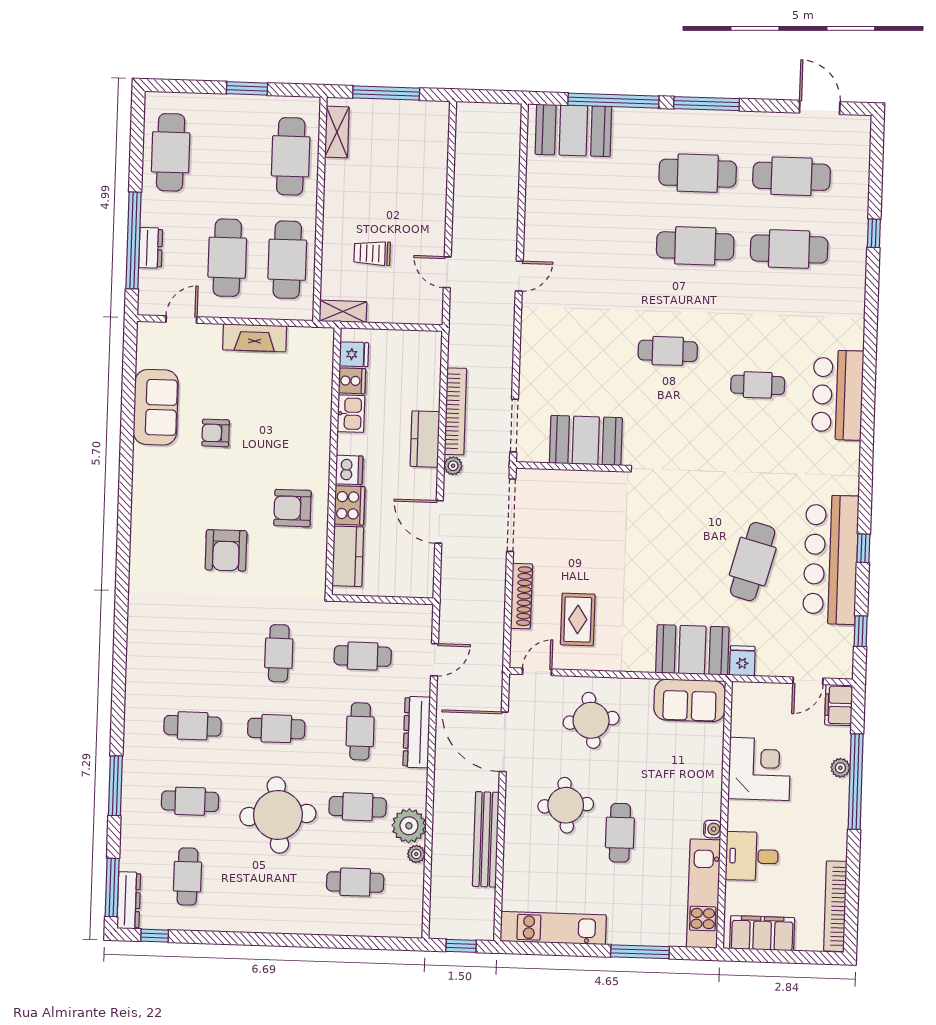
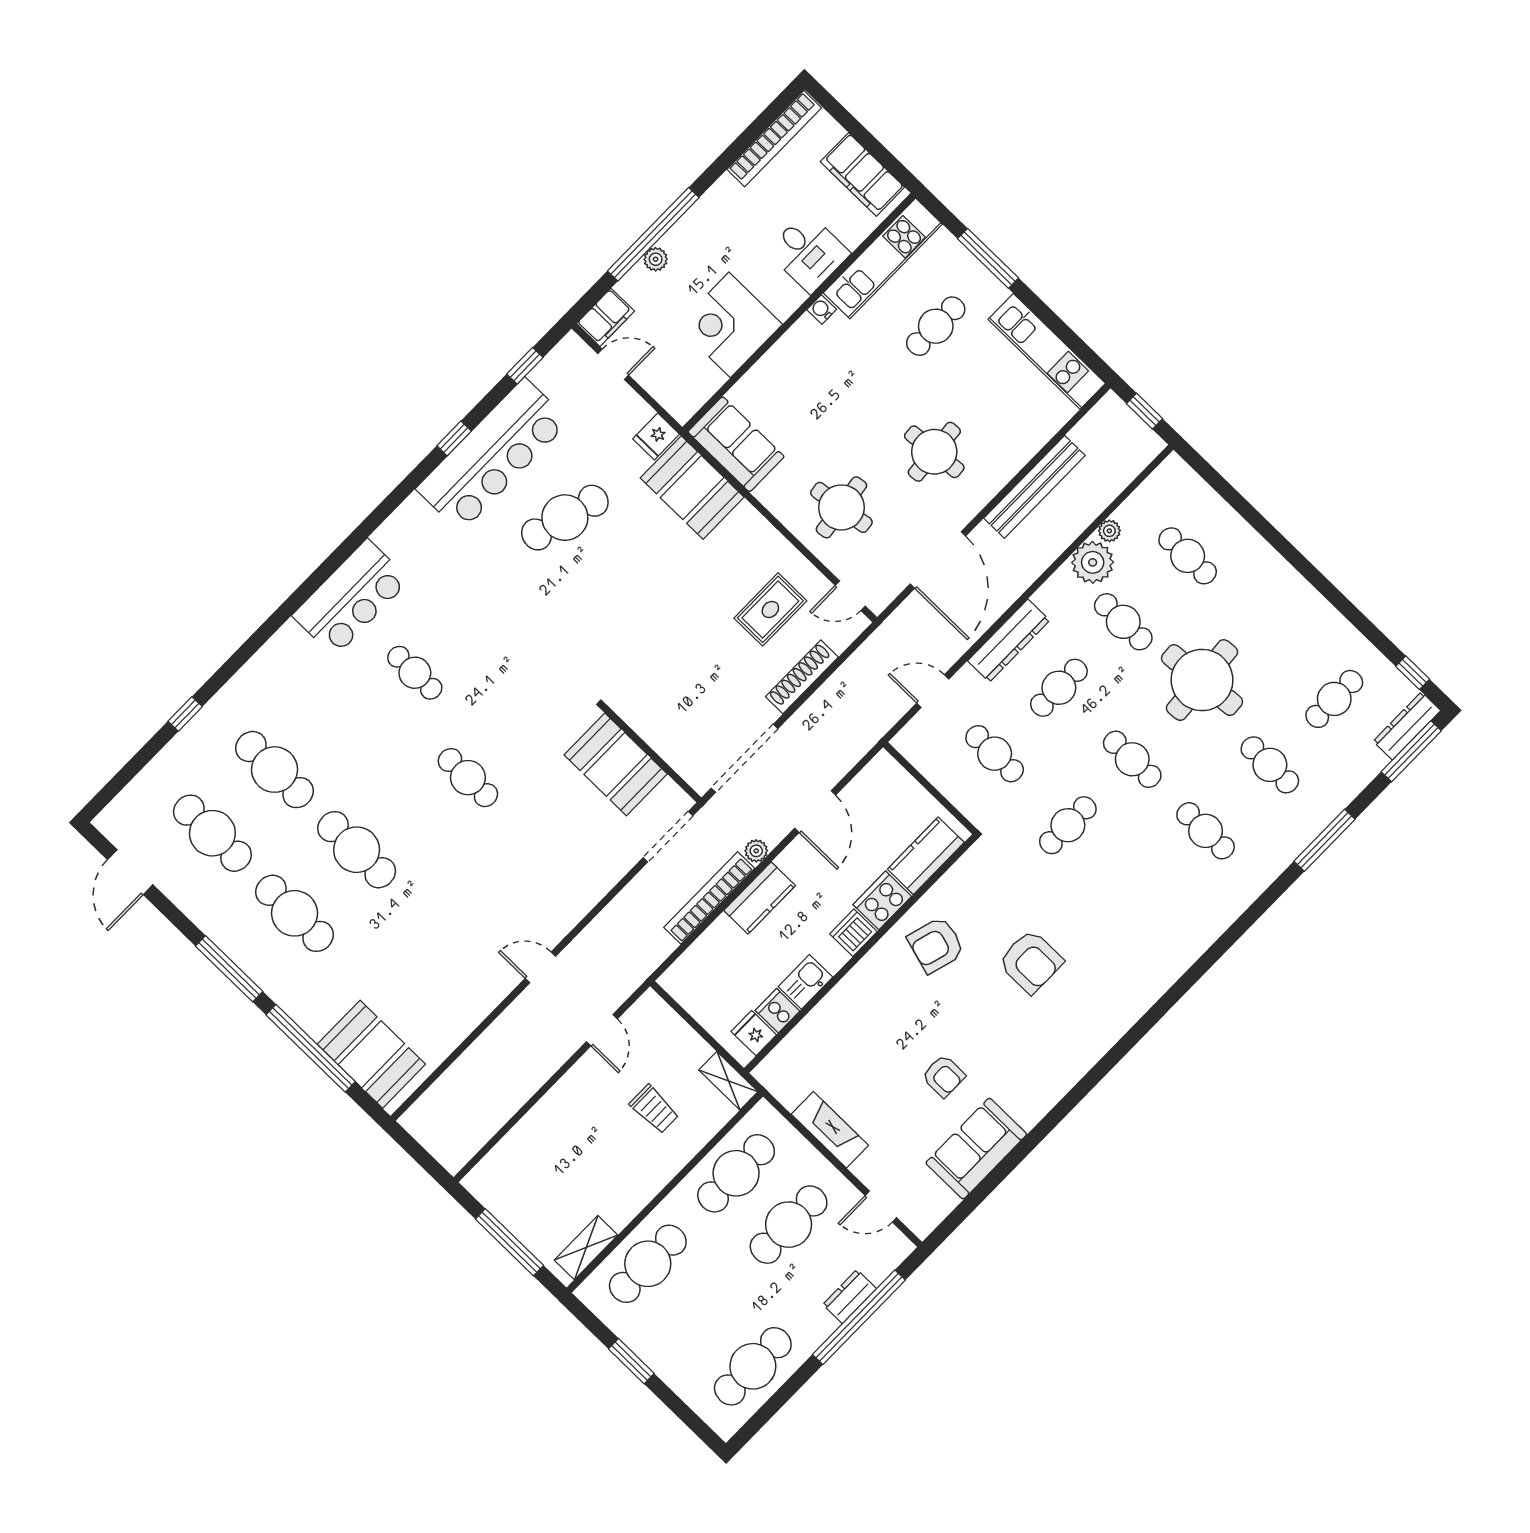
armchair: (292, 508) -> (936, 945), turned 106
armchair: (226, 550) -> (1031, 962), turned 90
cafe table: (620, 833) -> (936, 326), moved

